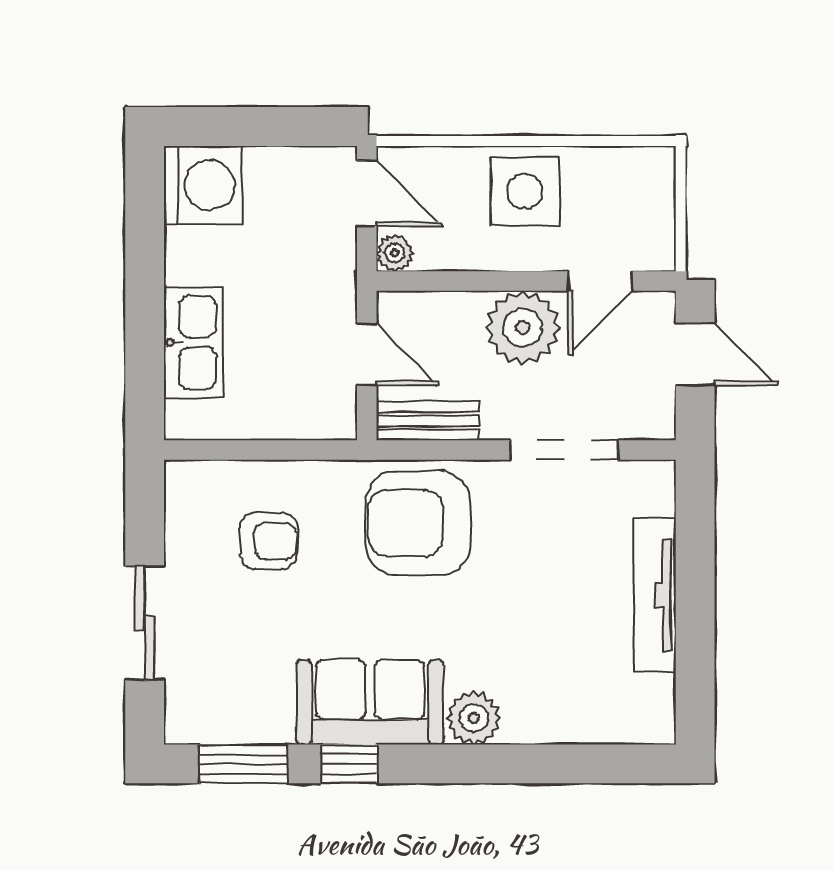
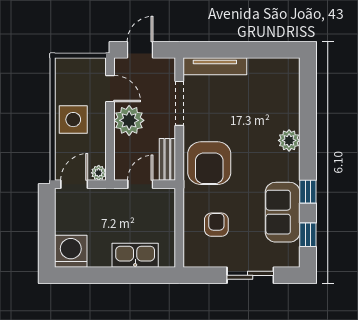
tv unit: (655, 595) -> (215, 66), moved
sofa: (370, 702) -> (283, 212), moved
window: (243, 764) -> (308, 235), width x0.67

